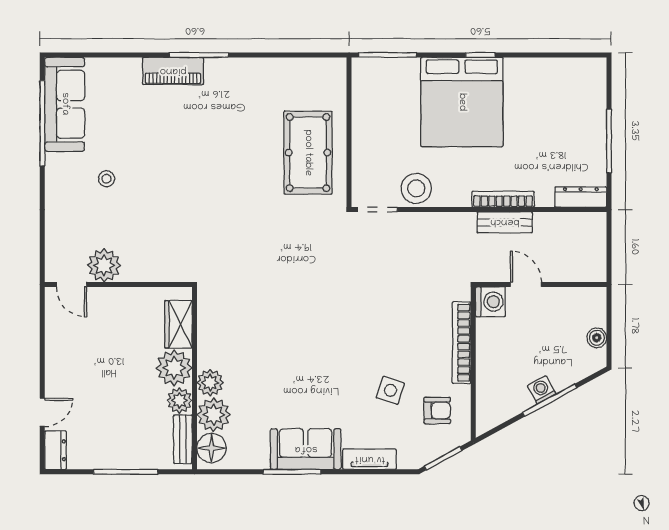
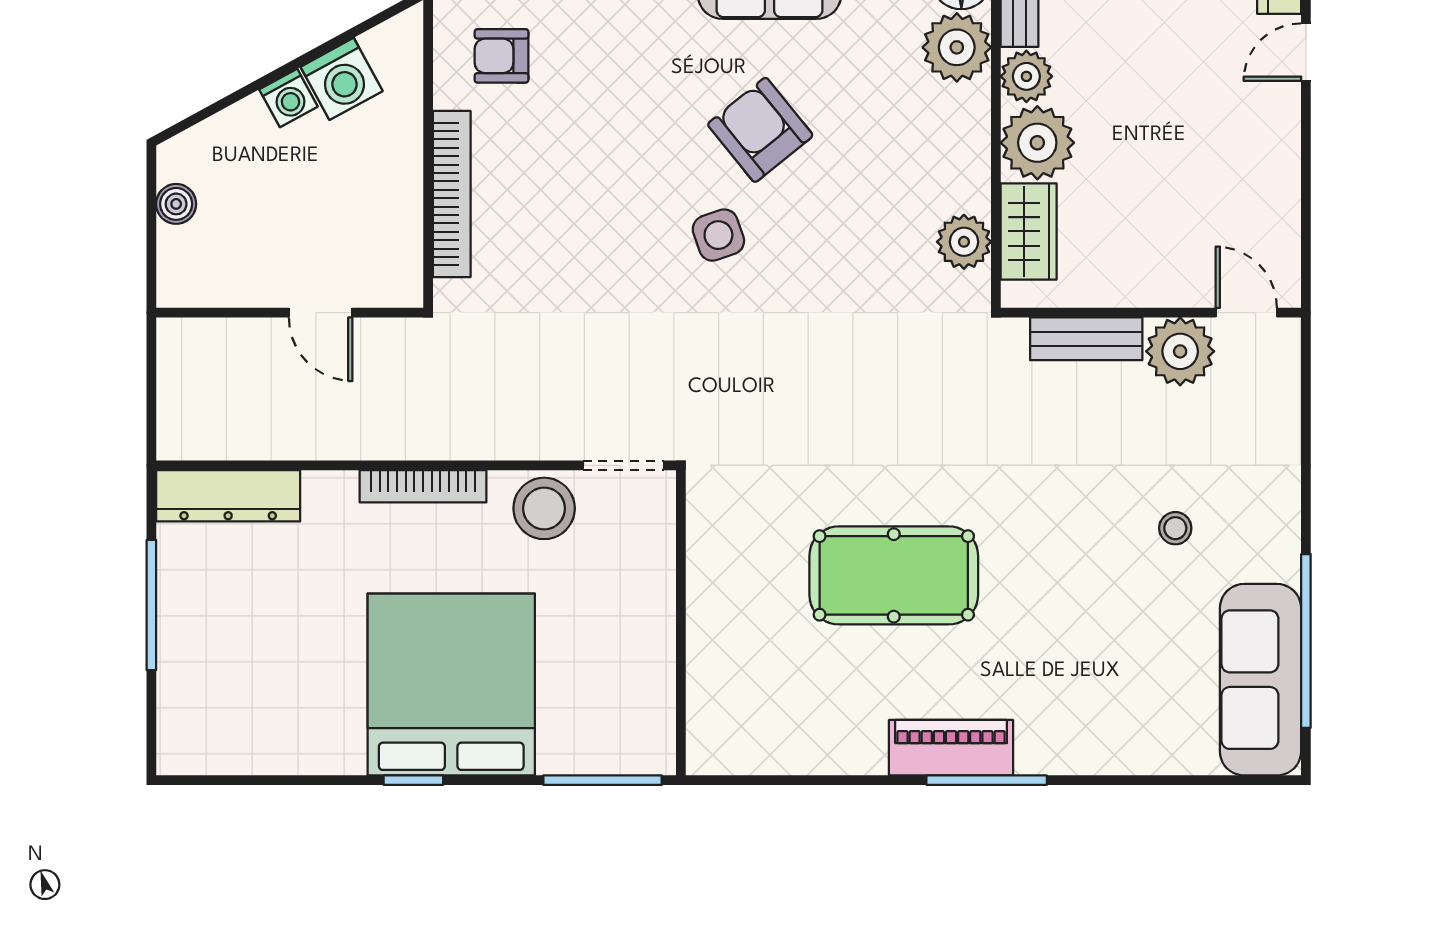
piano: (173, 71) -> (951, 748), moved
pool table: (308, 153) -> (894, 575), moved, turned 90
dresser: (581, 197) -> (228, 496), width x1.37, depth x1.24
bookcase: (503, 199) -> (423, 486), moved
bench: (505, 222) -> (1086, 339), moved
washing machine: (490, 302) -> (342, 79), moved, turned -119
armchair: (310, 374) -> (760, 130), added
plant: (210, 383) -> (964, 242), moved
side table: (390, 390) -> (718, 235), moved, turned -37
window: (550, 400) -> (272, 77), removed

